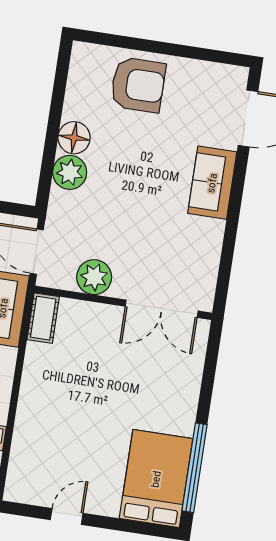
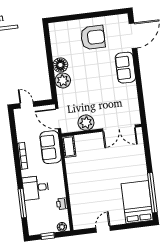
armchair: (138, 85) -> (93, 37), moved

